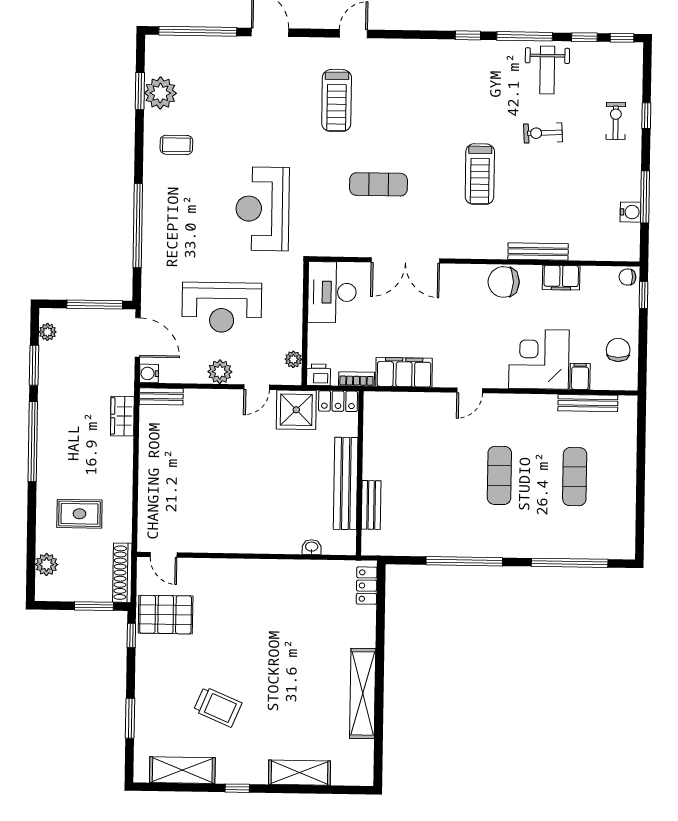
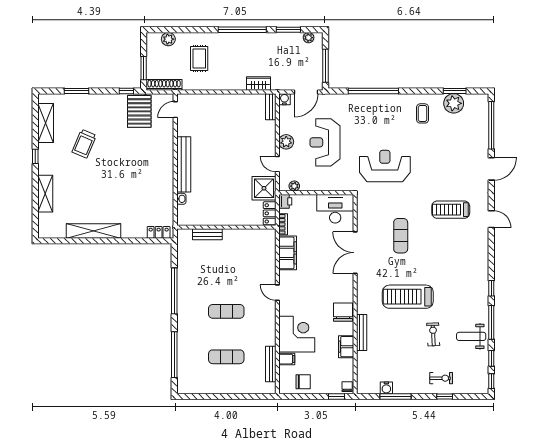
treadmill: (480, 174) -> (408, 297), width x1.37, depth x1.38
bench: (346, 483) -> (184, 164), moved, turned 90

